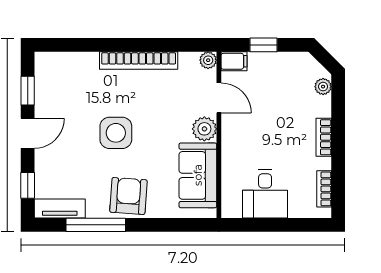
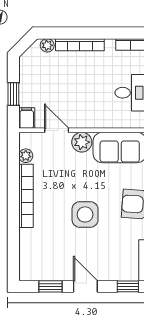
plant: (208, 60) -> (26, 156), moved
door: (219, 98) -> (57, 130), hinge flipped
bookcase: (324, 137) -> (80, 45), width x1.56

